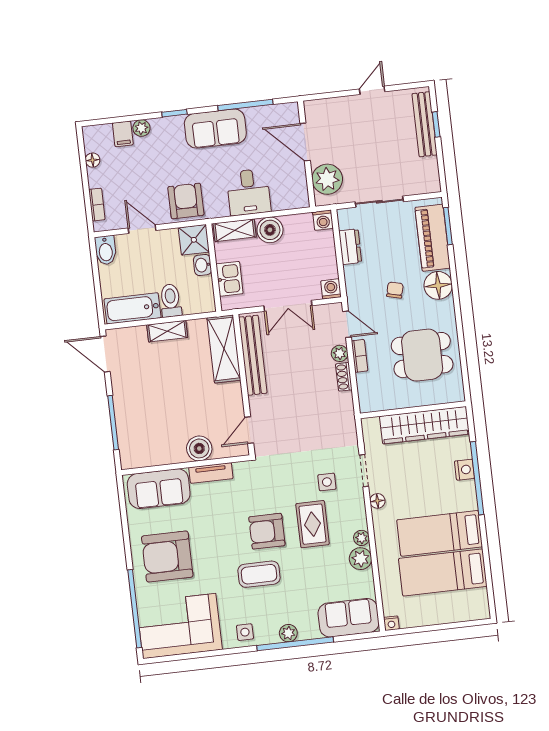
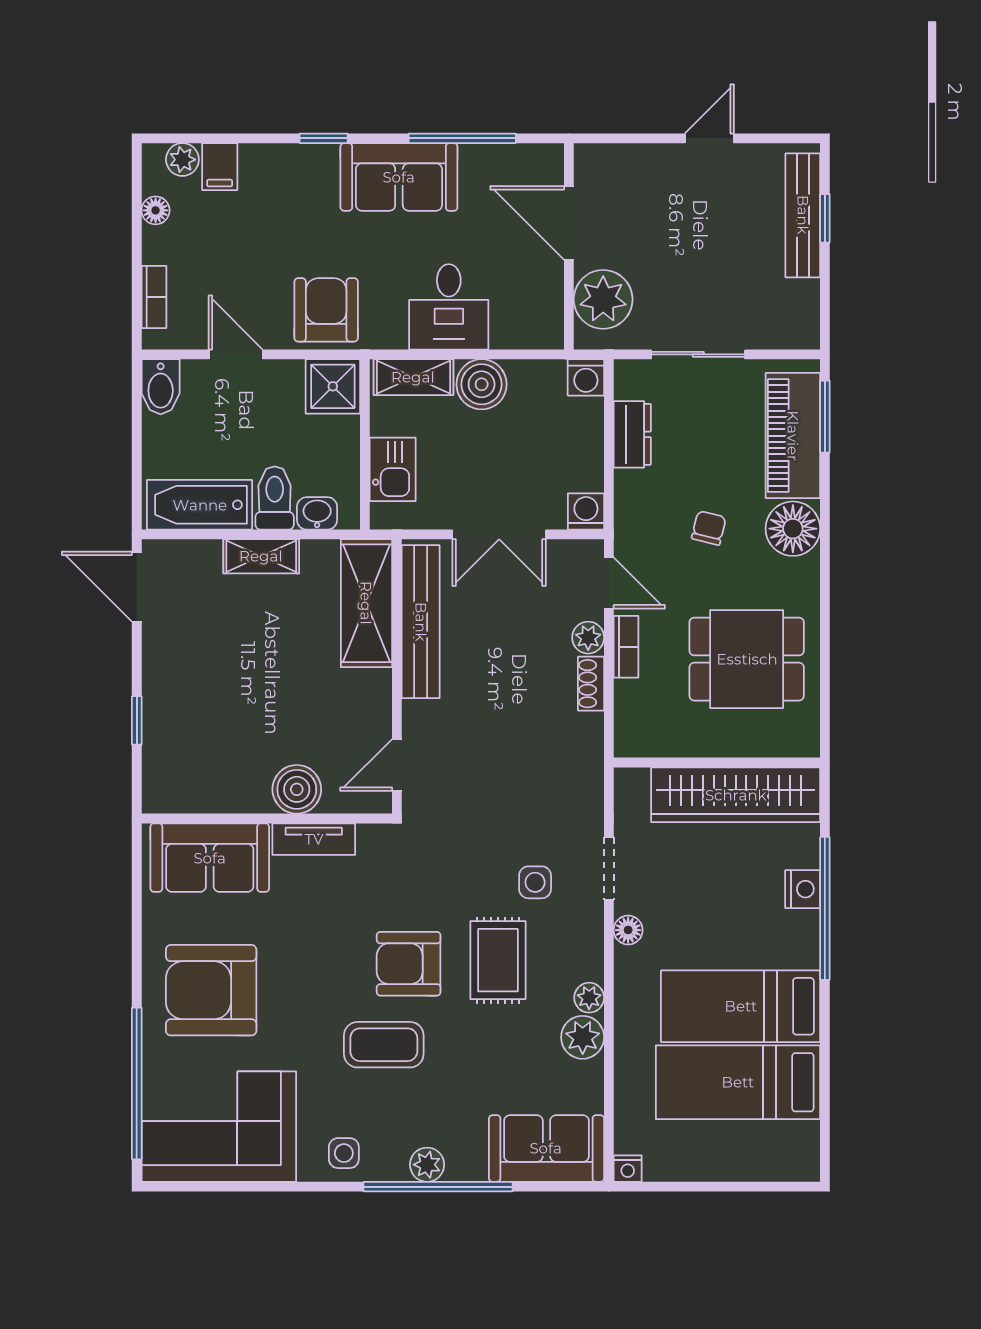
plant: (141, 128) -> (182, 160), moved
washbasin: (202, 265) -> (317, 513), moved, turned 90
window: (113, 423) -> (137, 720), width x0.46

